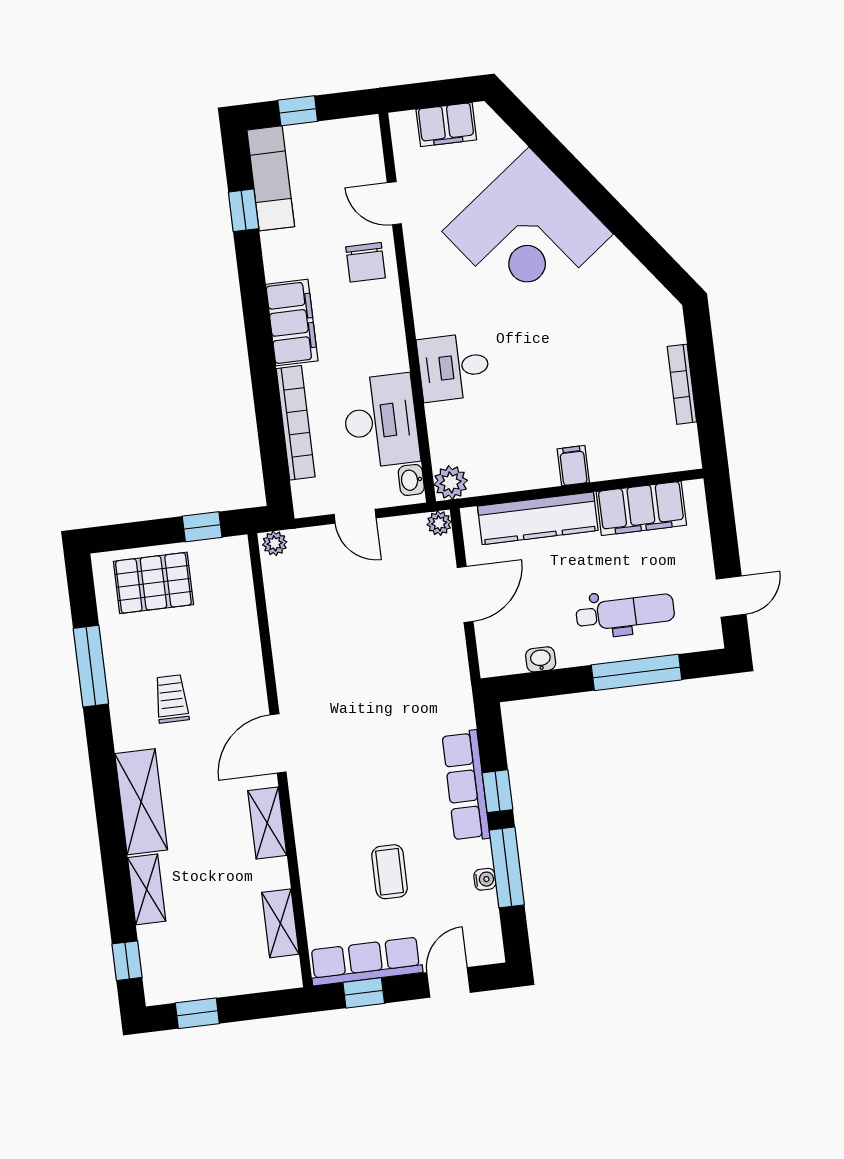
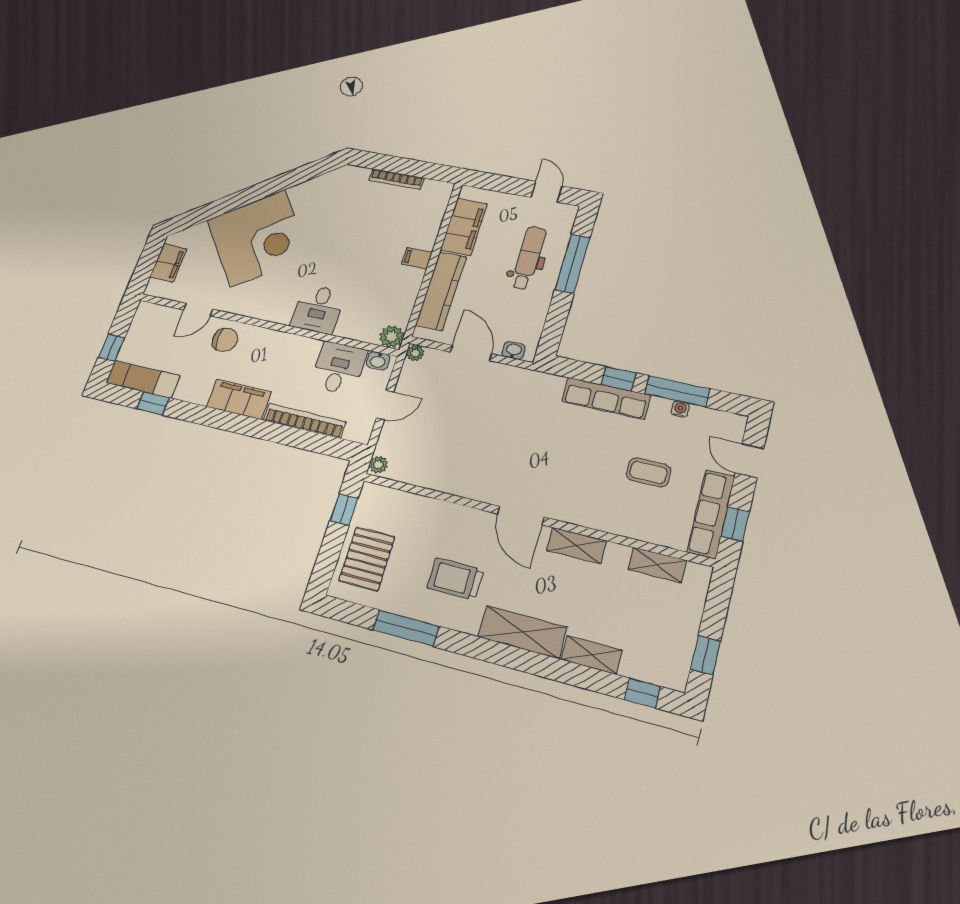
desk: (381, 421) -> (338, 368), width x0.73
washbasin: (541, 659) -> (514, 350), moved, turned 90
trolley: (172, 699) -> (455, 579), width x1.36, depth x1.39

